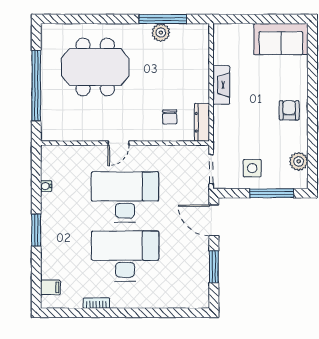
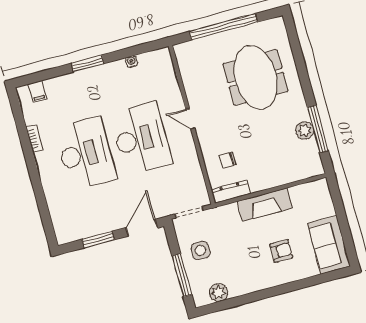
fireplace: (221, 85) -> (265, 205), width x1.37, depth x1.32
armchair: (289, 110) -> (281, 251), moved

